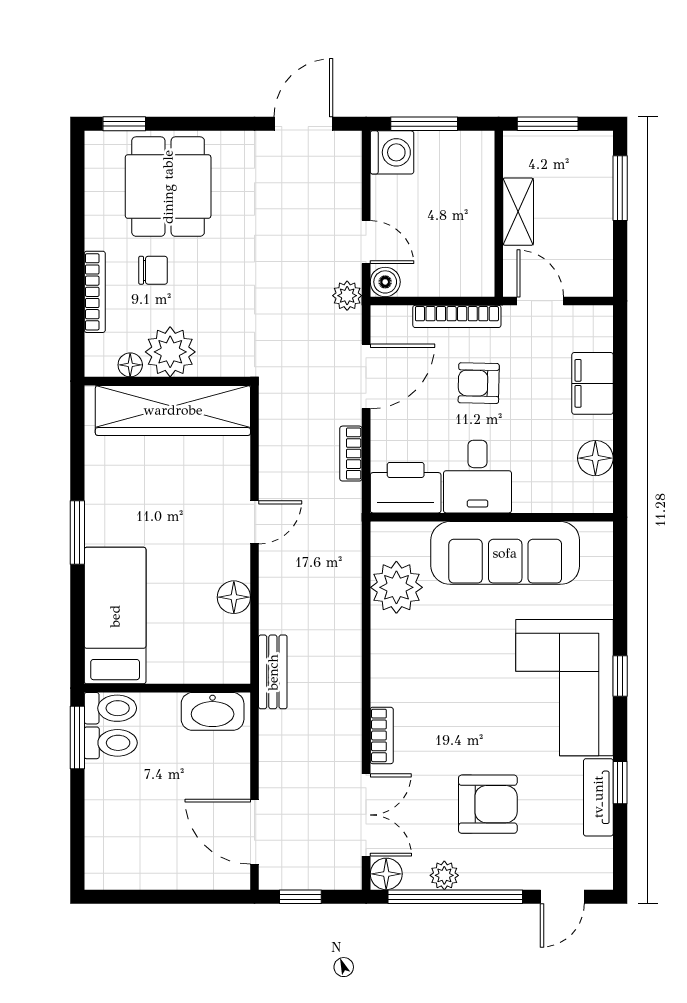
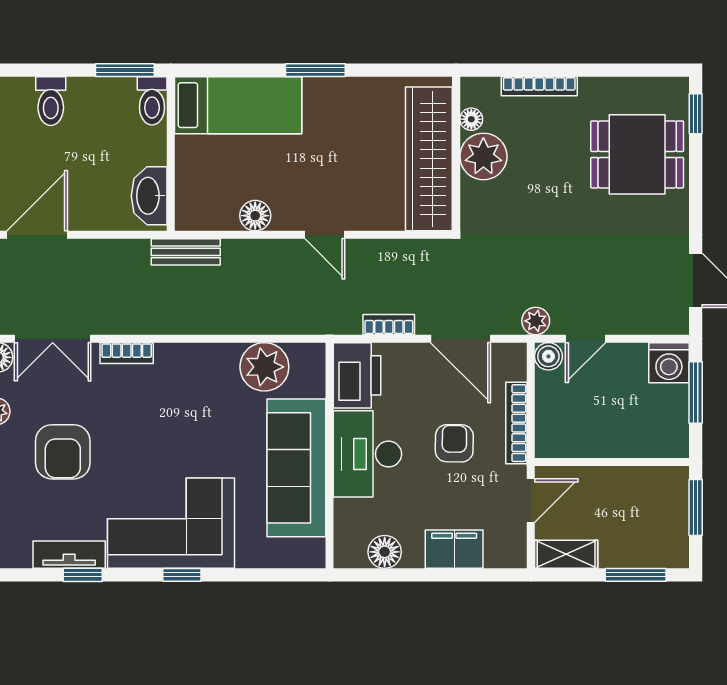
shelving: (518, 212) -> (566, 554), moved
chair: (153, 270) -> (559, 140), removed
desk: (478, 477) -> (367, 454), width x1.37
toilet: (111, 743) -> (51, 101), moved

